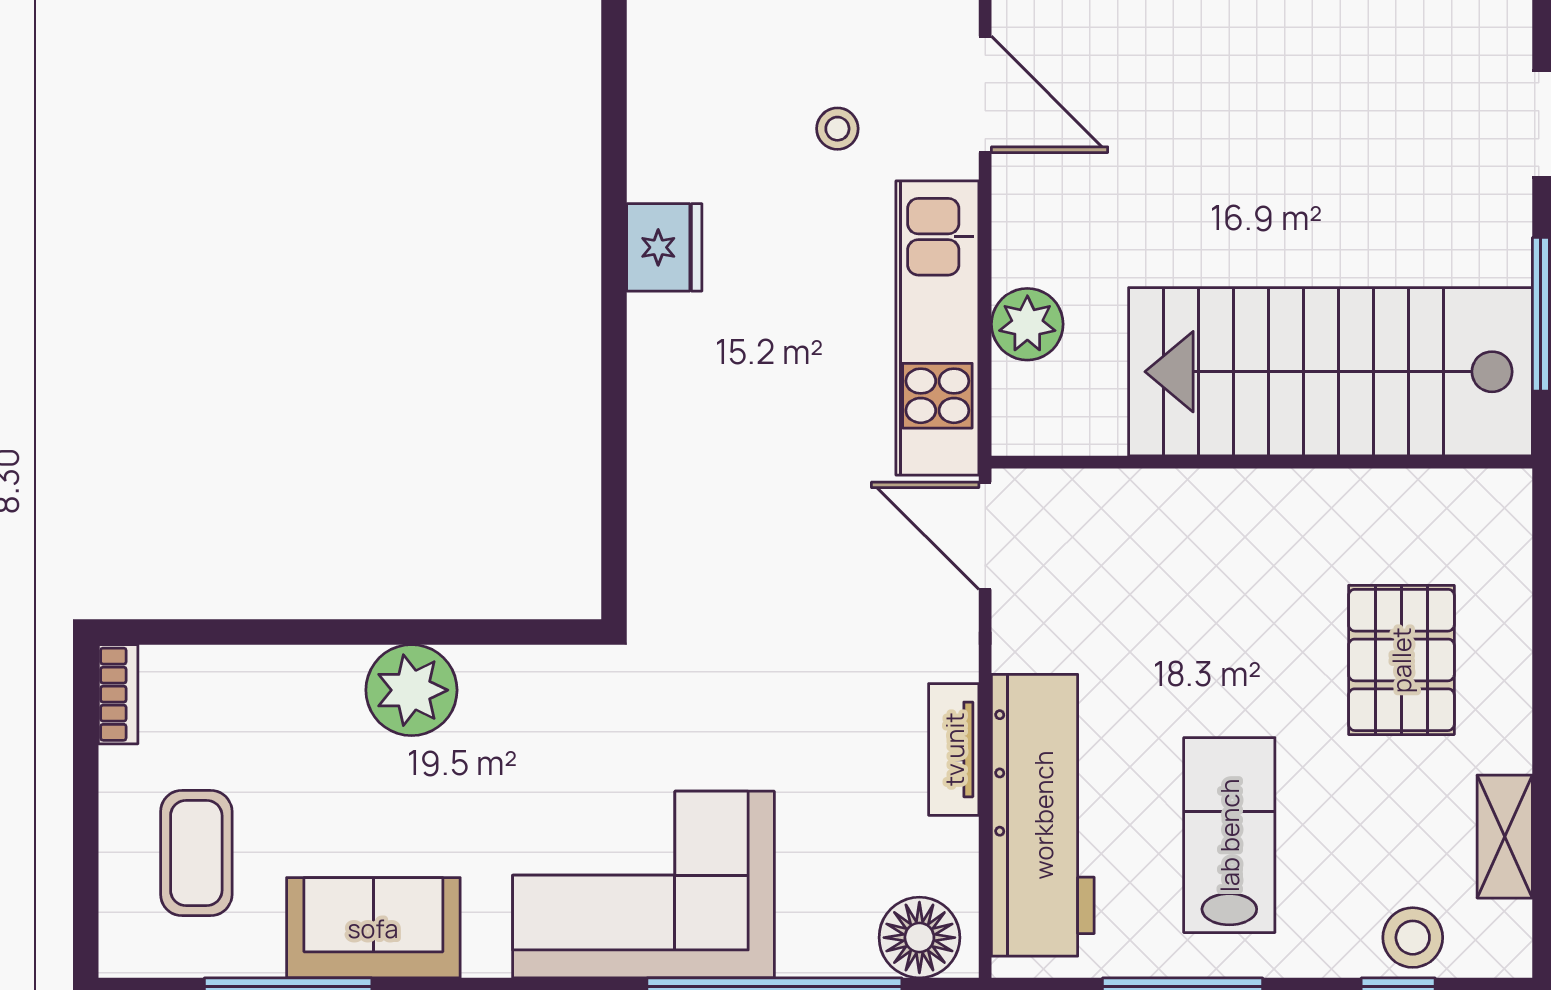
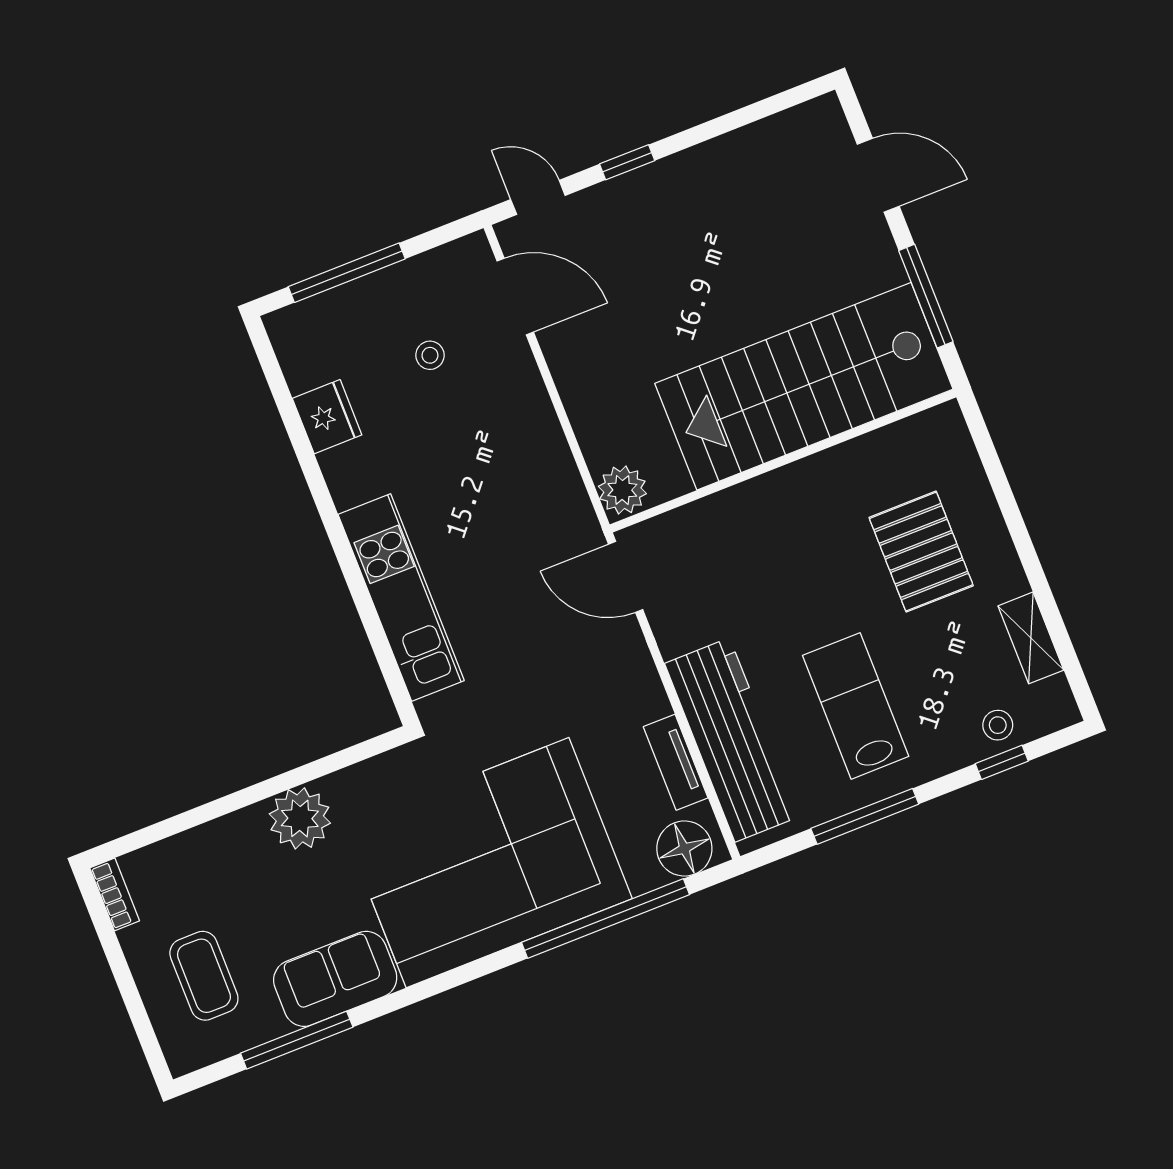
fridge: (664, 247) -> (327, 417), moved
plant: (1027, 324) -> (622, 490), moved
kitchen unit: (937, 328) -> (401, 597), moved, turned 180
tv unit: (954, 749) -> (676, 762), moved
corner sofa: (643, 885) -> (487, 863), width x1.36, depth x1.36
stool: (1413, 938) -> (998, 725), width x0.73, depth x0.73

